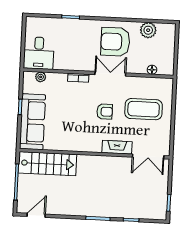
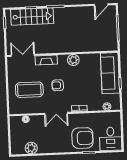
armchair: (115, 42) -> (82, 138), moved
desk: (39, 53) -> (111, 139), moved, turned 180
plant: (80, 144) -> (73, 60), added
stairs: (47, 164) -> (32, 17), moved, turned 180

